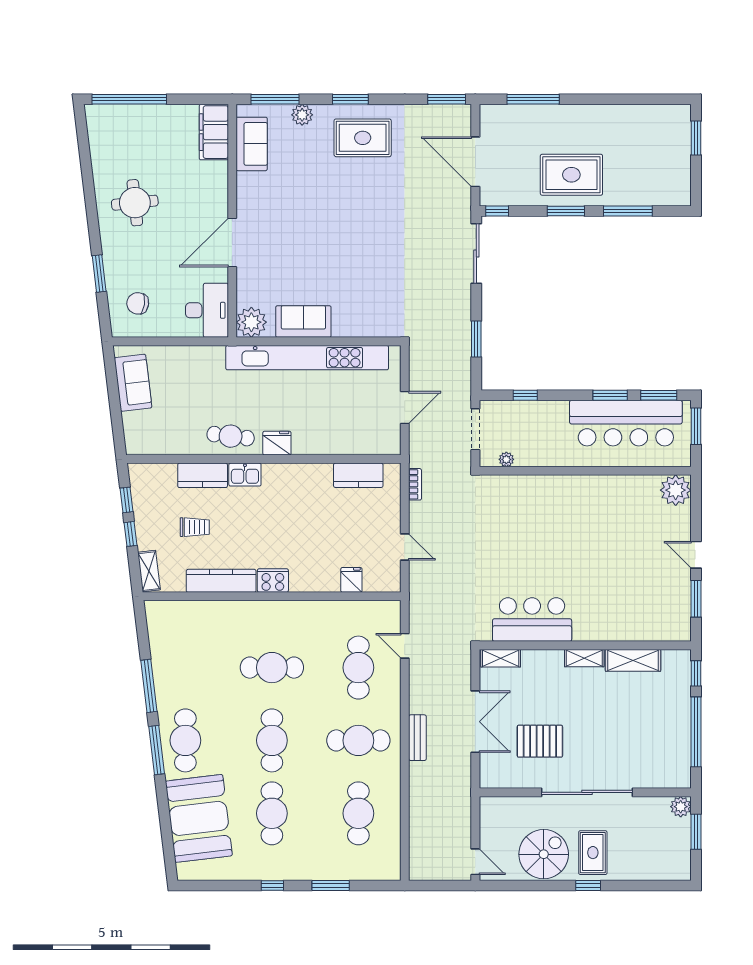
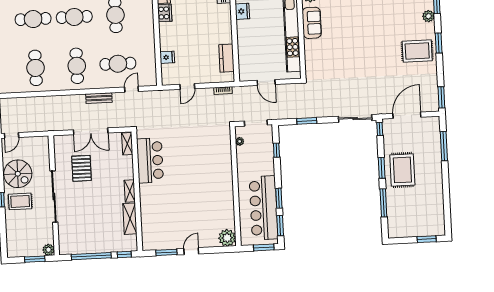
rug: (363, 138) -> (417, 51), turned 90
bench: (417, 738) -> (99, 98), moved
cafe table: (358, 813) -> (36, 68), turned 90

